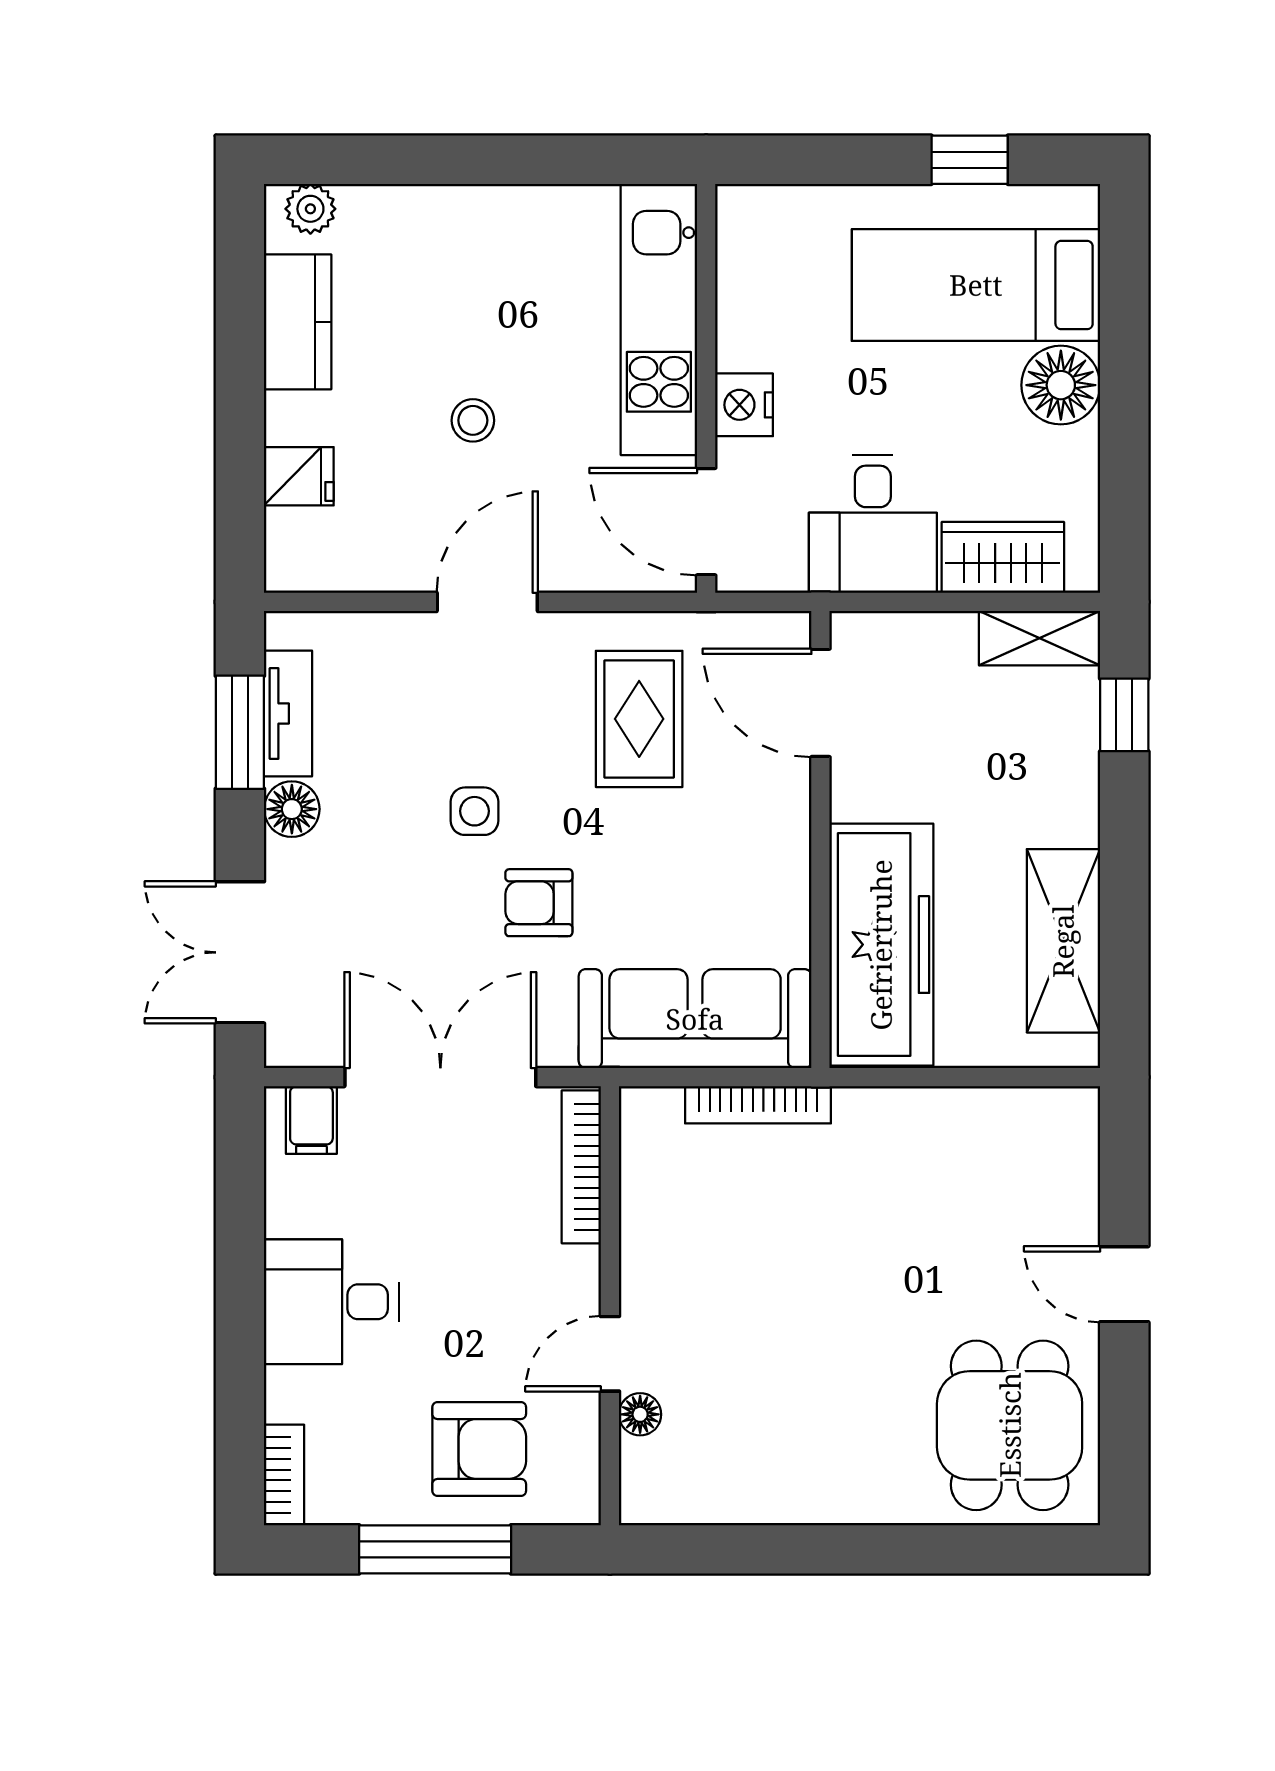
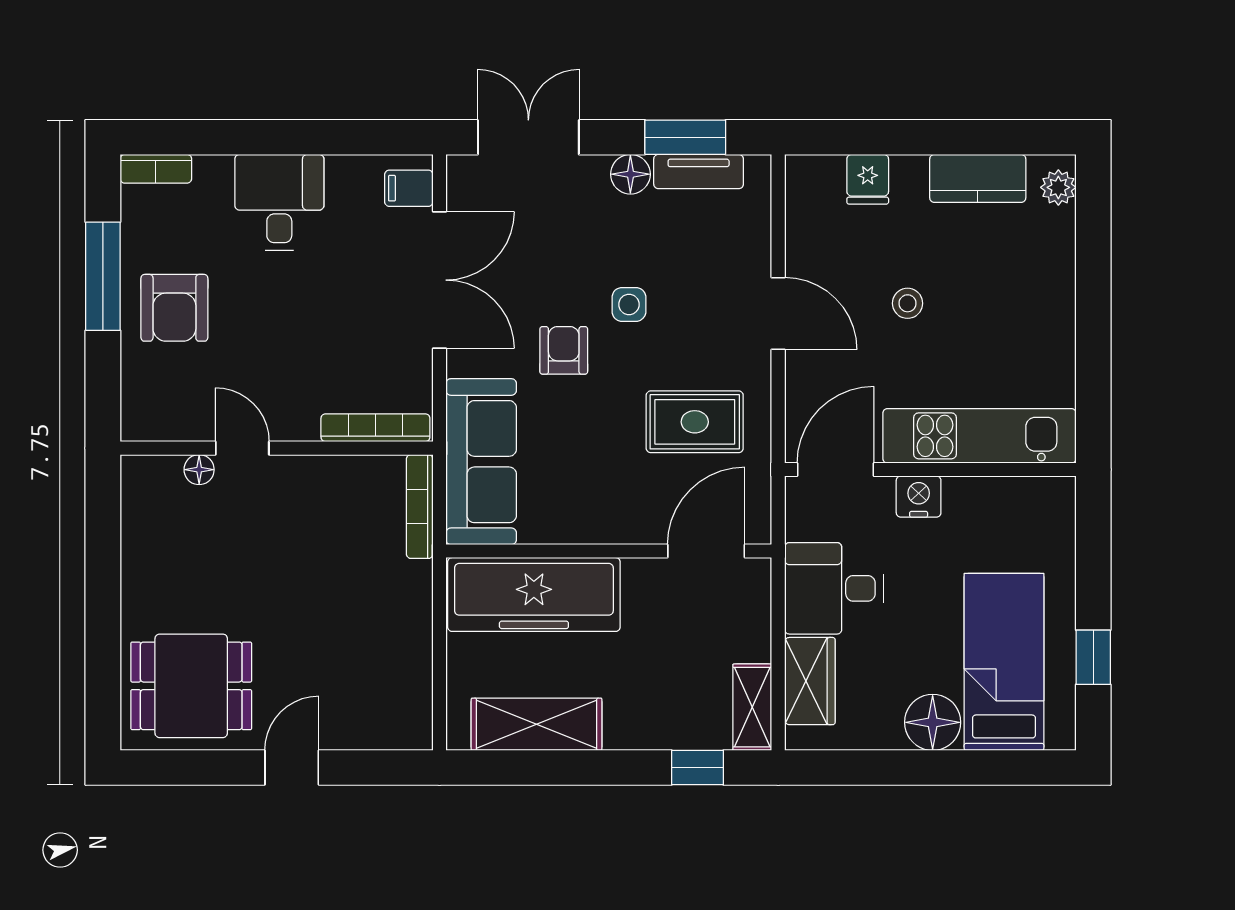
bookcase: (581, 1167) -> (375, 428), moved
wall: (610, 1306) -> (277, 448), moved
door: (610, 1354) -> (242, 448), moved
floor lamp: (640, 1414) -> (199, 470), moved

